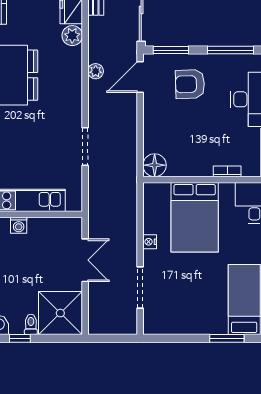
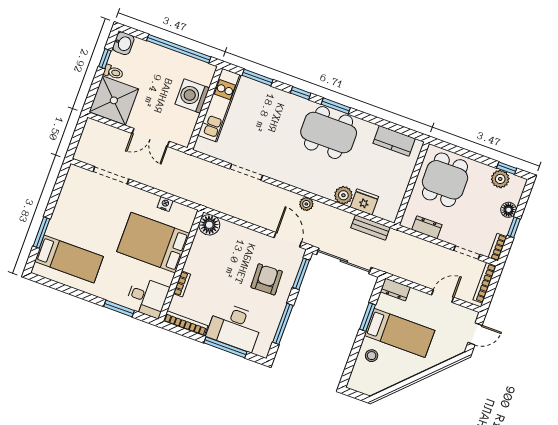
washing machine: (19, 225) -> (192, 96), width x1.89, depth x1.89
nightstand: (150, 242) -> (165, 204), moved

